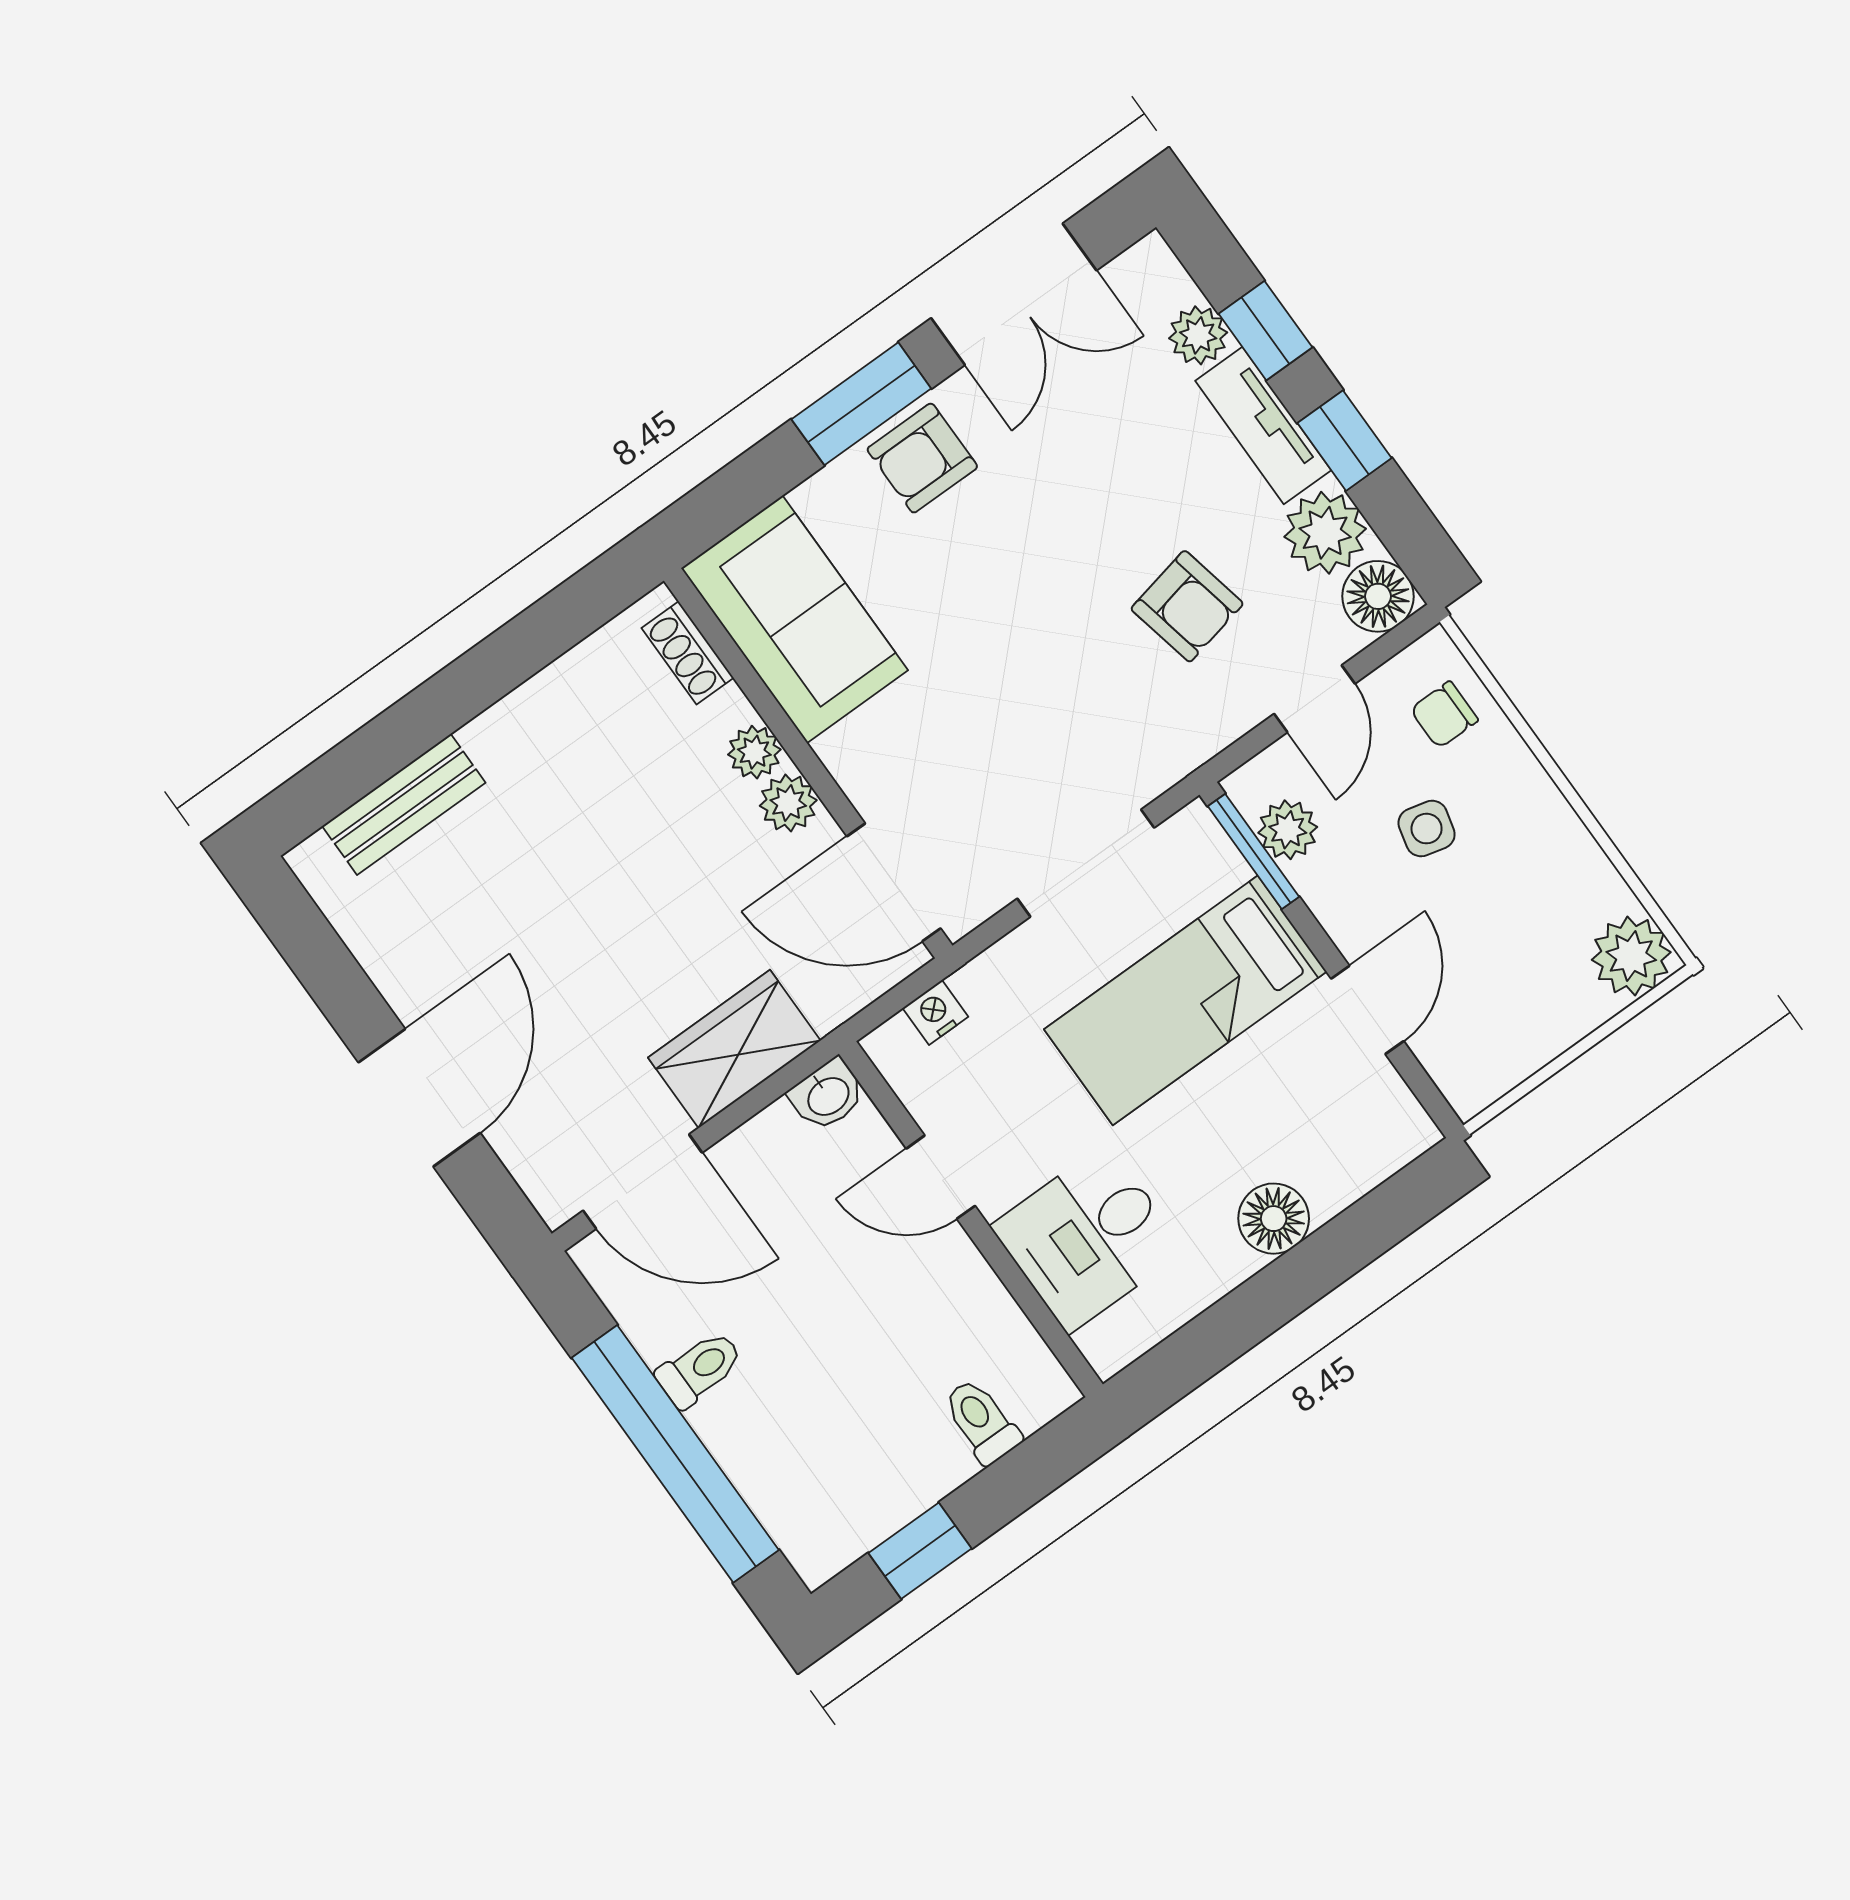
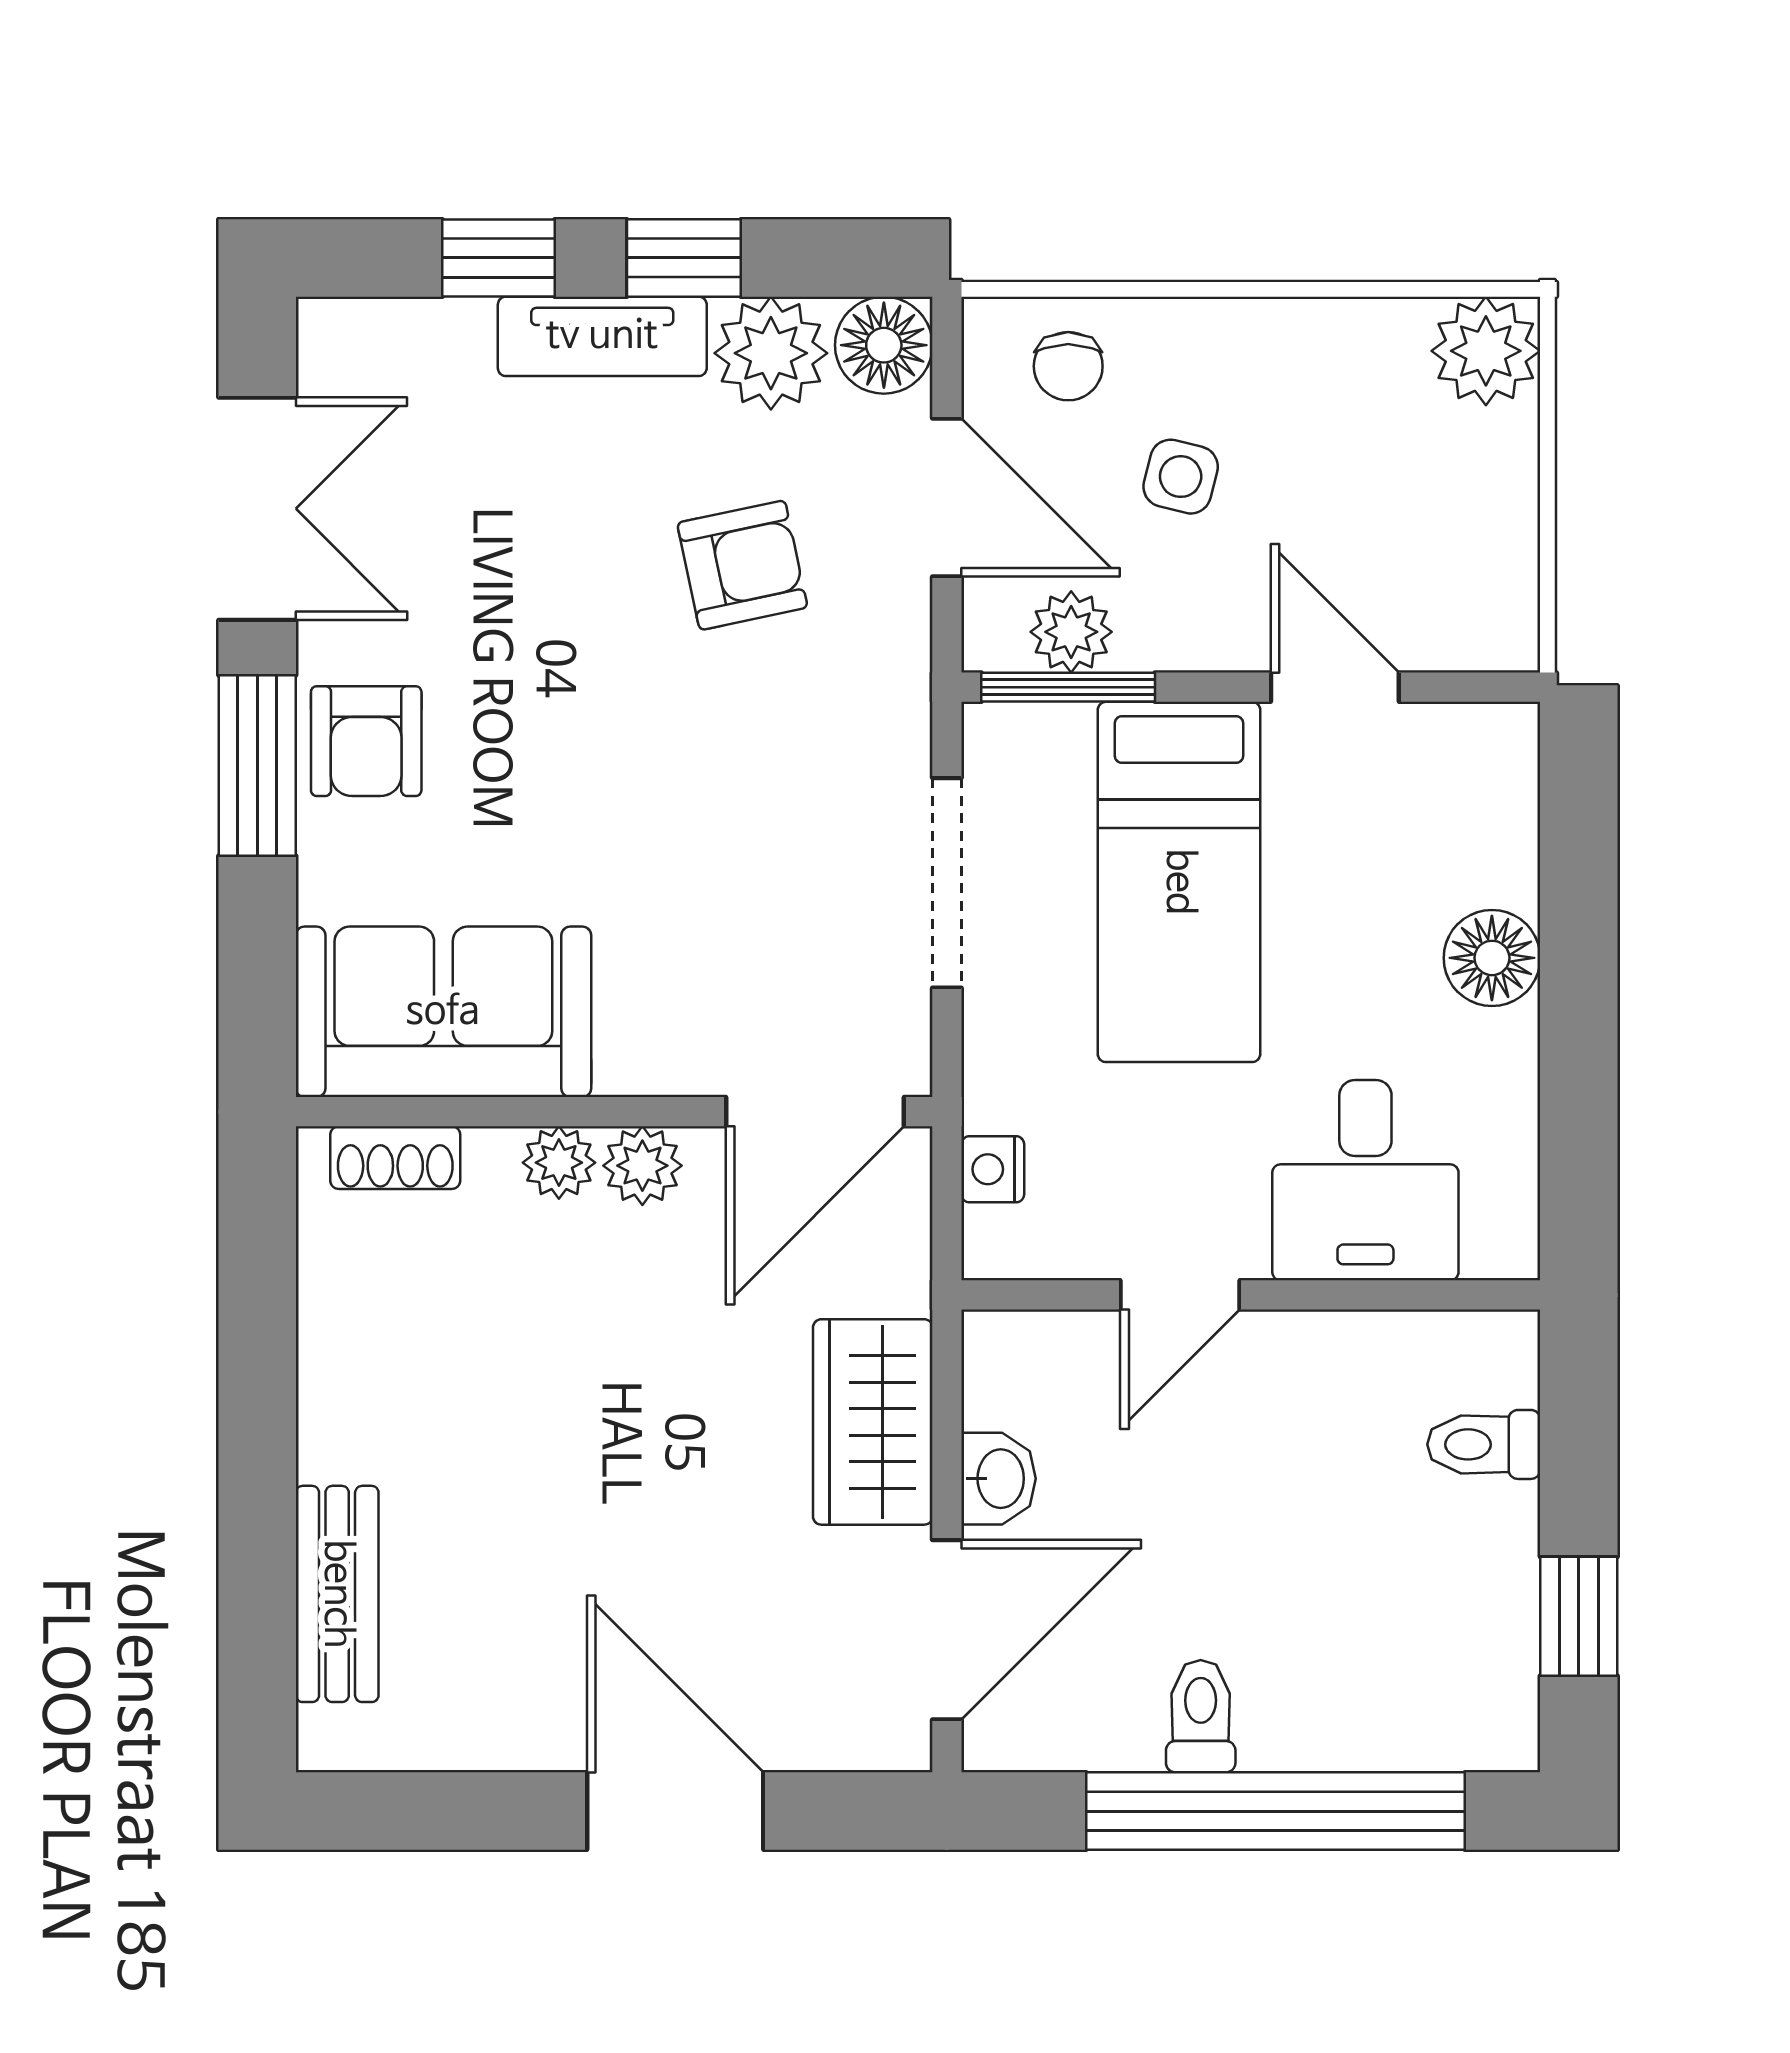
plant: (1198, 335) -> (450, 337), removed
door: (1314, 699) -> (947, 497), width x1.38
washbasin: (827, 1095) -> (998, 1479), moved

